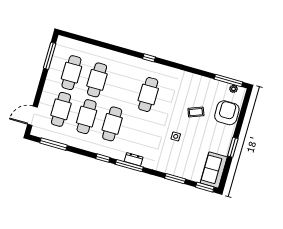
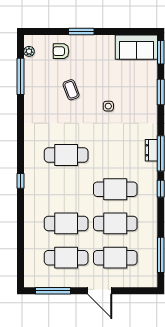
window: (149, 58) -> (21, 181), moved
window: (228, 81) -> (21, 76), moved
armchair: (227, 113) -> (61, 51), width x0.53, depth x0.53
door: (33, 116) -> (100, 291), moved
window: (233, 147) -> (81, 32), moved

